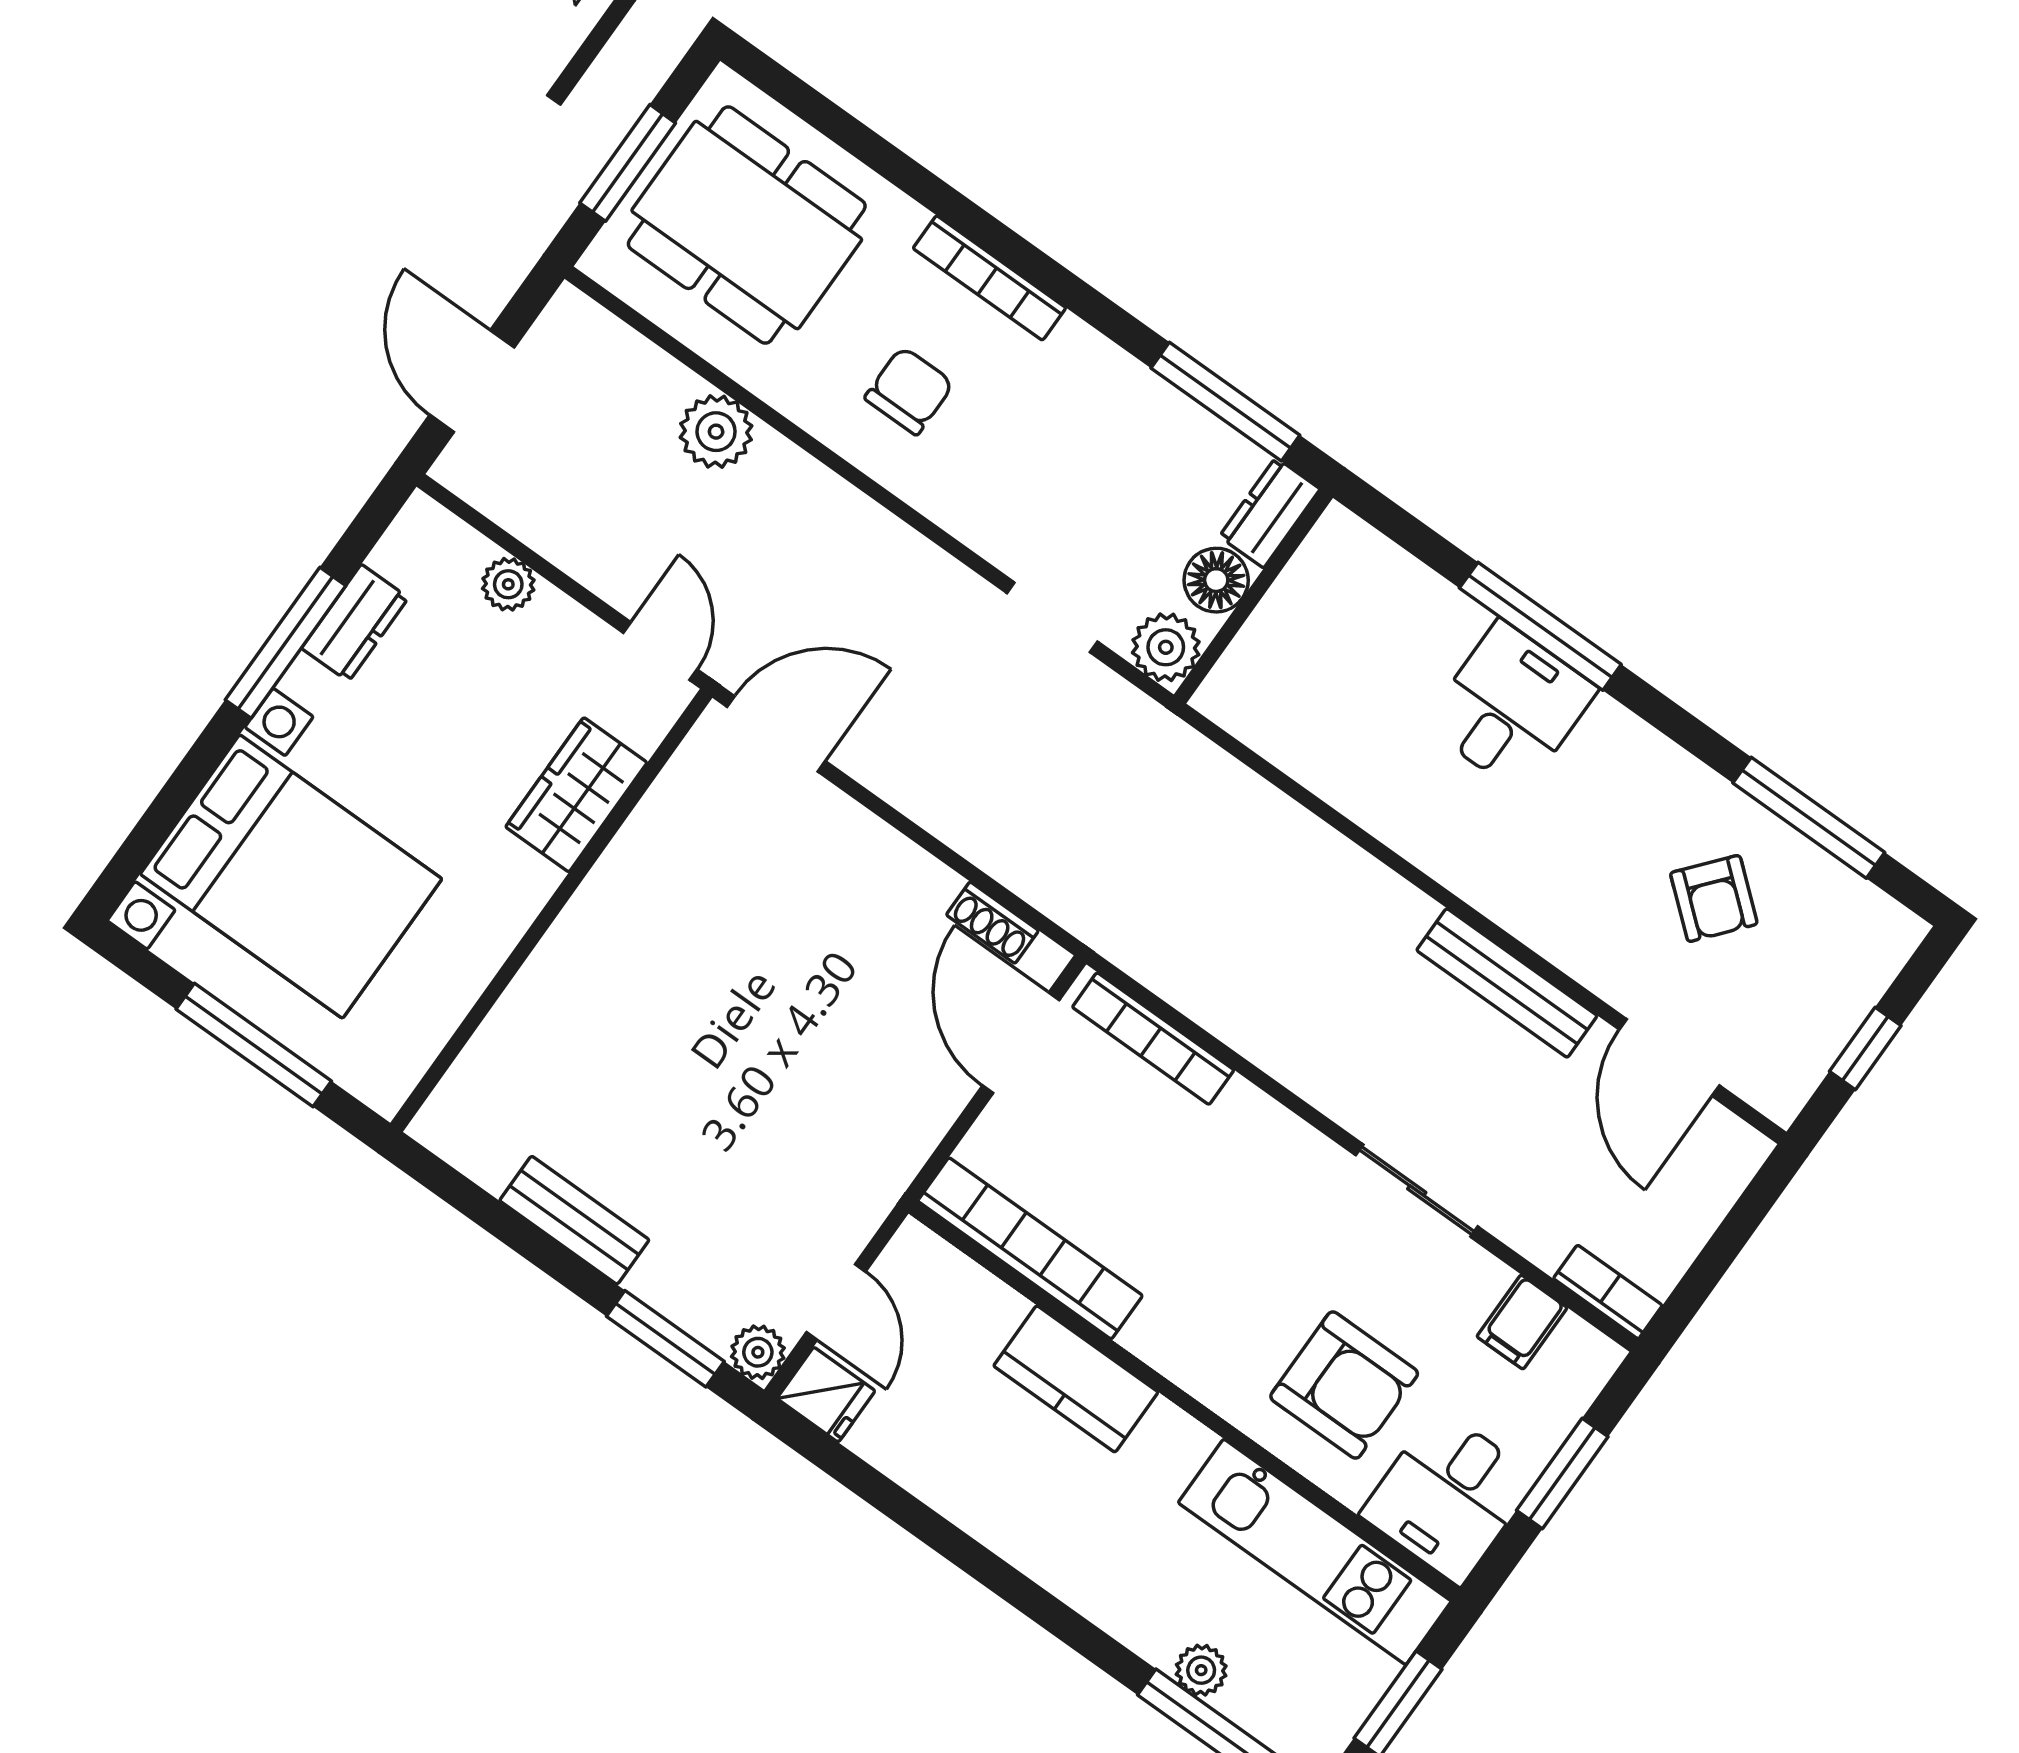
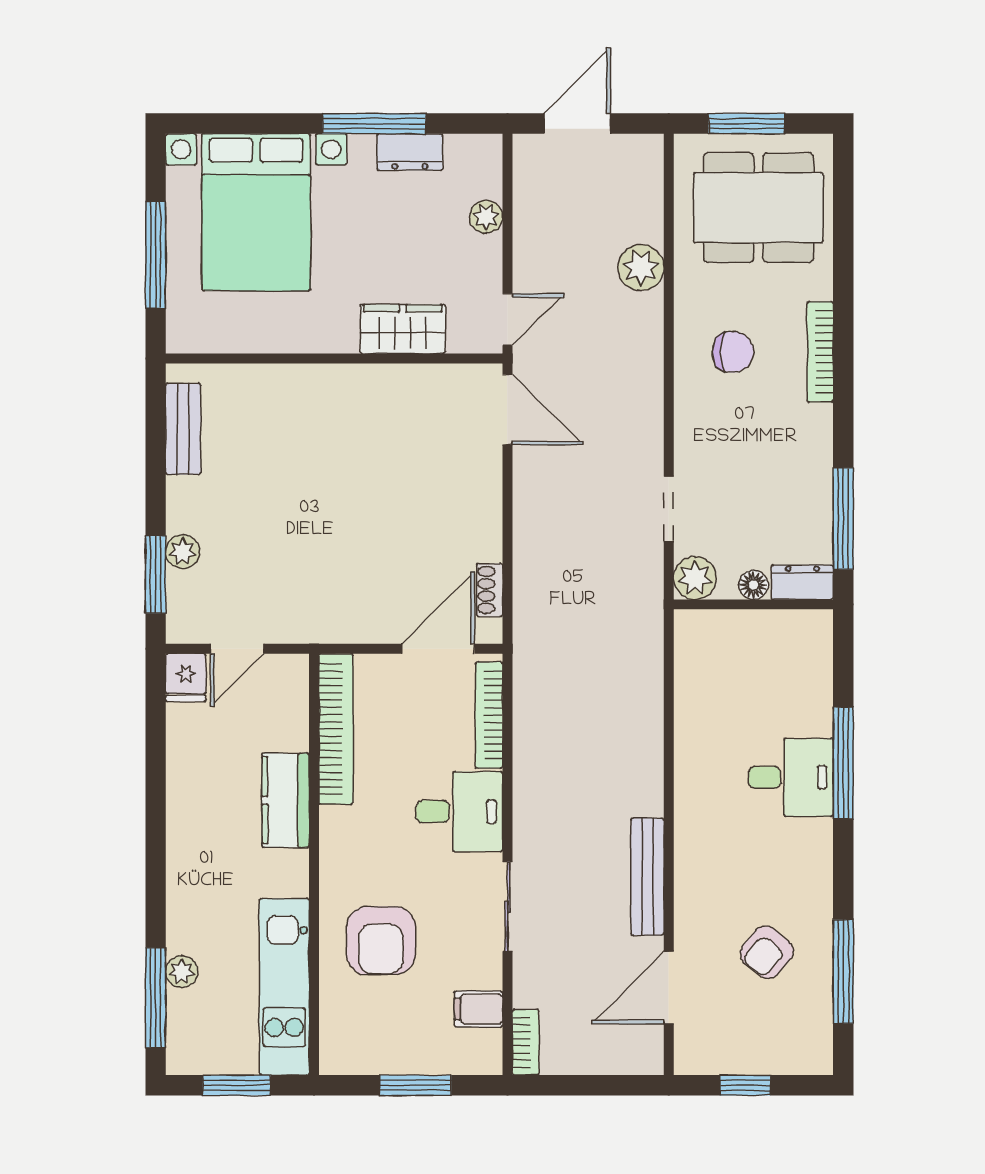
dining table: (747, 225) -> (758, 208), turned 90
floor lamp: (1216, 580) -> (753, 585), width x0.73, depth x0.73
bench: (574, 1220) -> (183, 429), moved
plant: (758, 1352) -> (183, 552), moved
desk: (1449, 1496) -> (460, 812), moved, turned 180

